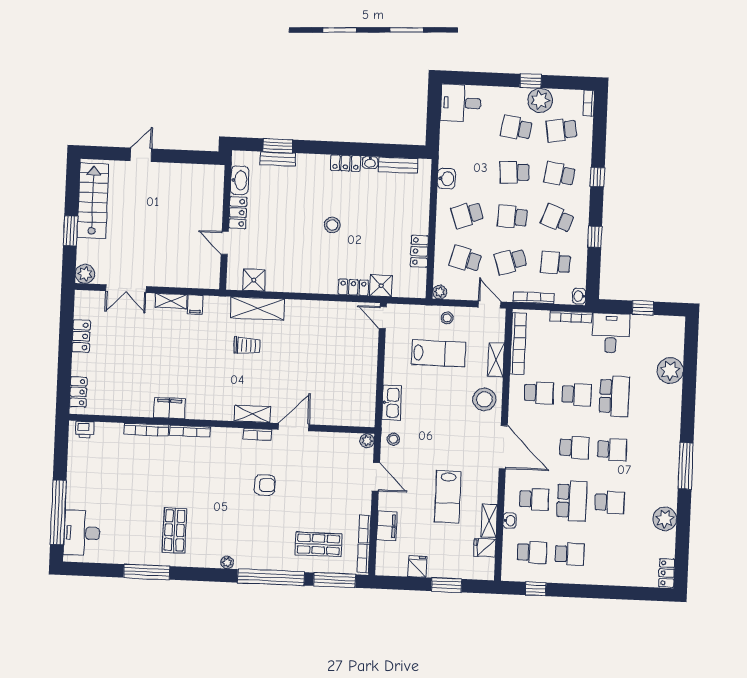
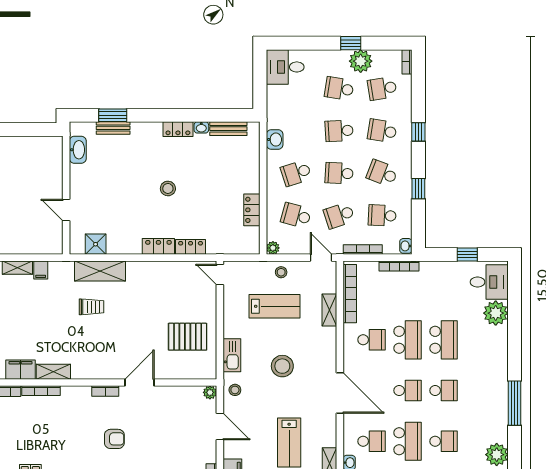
locker: (238, 213) -> (158, 246), moved, turned -90
shower: (381, 286) -> (217, 244), removed
desk: (611, 333) -> (489, 282), moved, turned 90
pallet: (346, 381) -> (188, 337), added
school desk: (577, 395) -> (408, 340), width x1.85
stool: (484, 399) -> (282, 366), moved
shelving: (252, 414) -> (53, 372), moved

